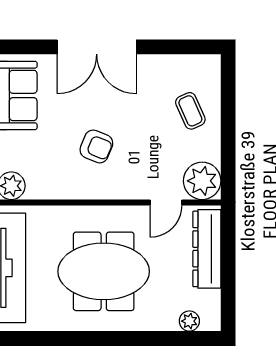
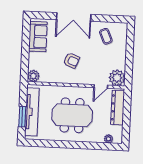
coffee table: (190, 111) -> (106, 36), moved

